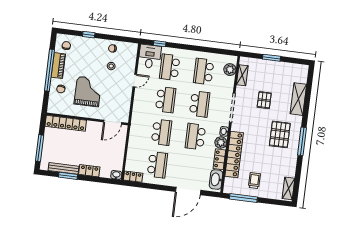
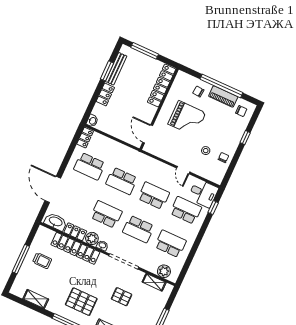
school desk: (166, 100) -> (154, 196), turned 180
shelving: (289, 188) -> (36, 299), moved
window: (243, 198) -> (21, 259), moved

